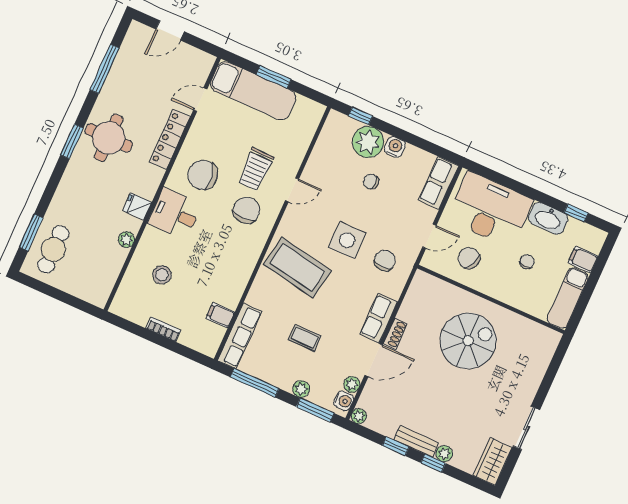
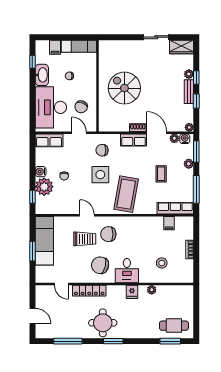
exam couch: (253, 91) -> (44, 241), moved
chair: (203, 175) -> (100, 265), turned 115

